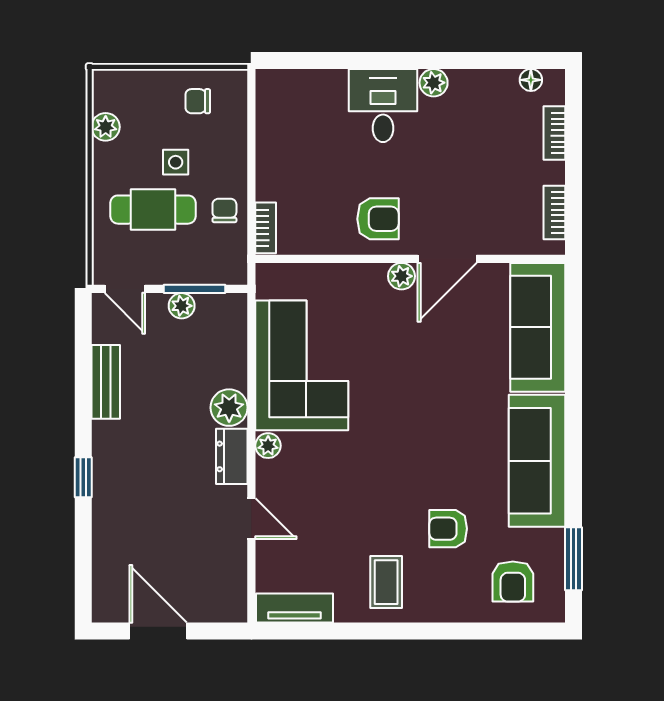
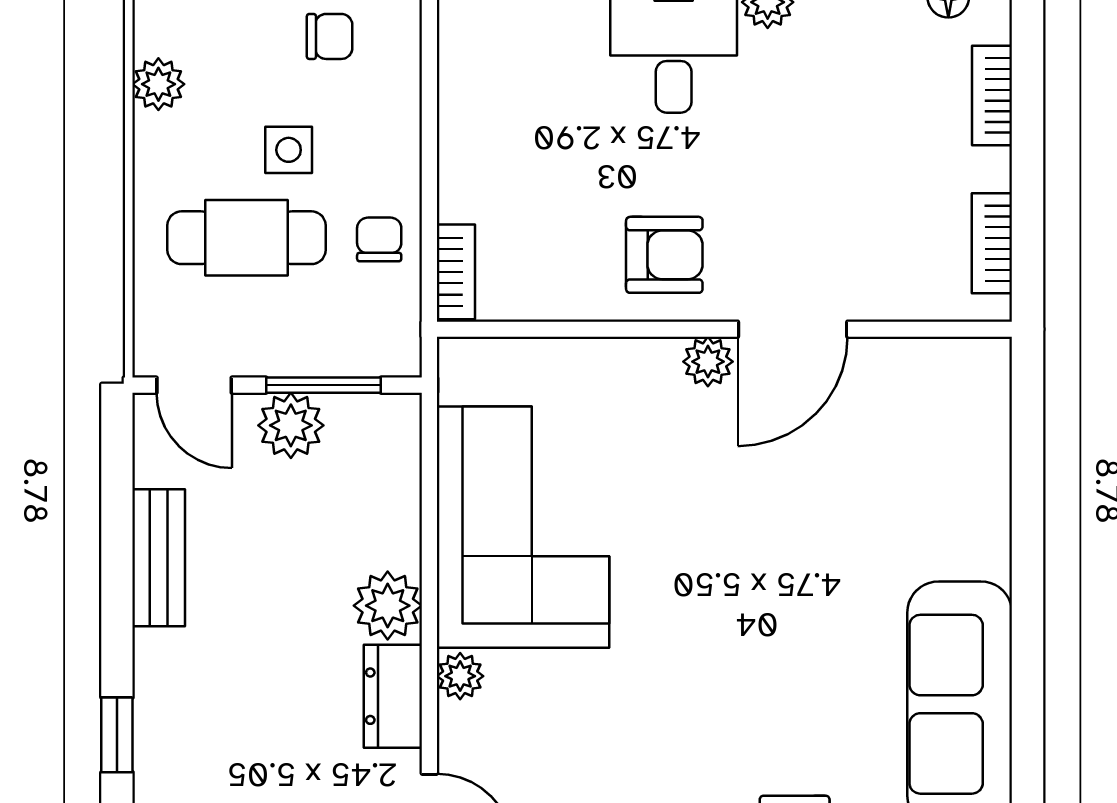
chair: (198, 101) -> (330, 36), turned 180
plant: (182, 306) -> (291, 425), width x1.38, depth x1.38
sofa: (538, 327) -> (961, 456), removed

